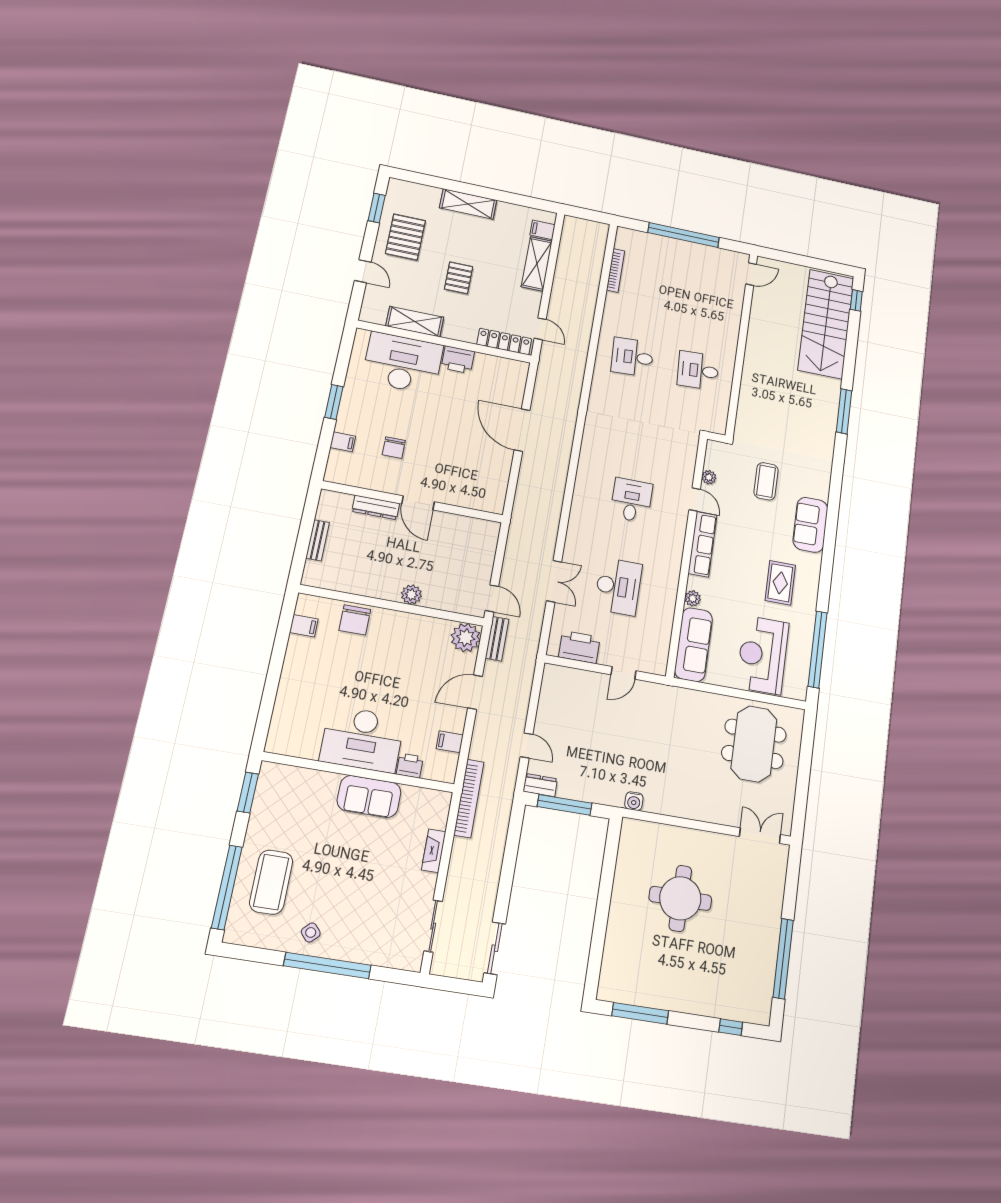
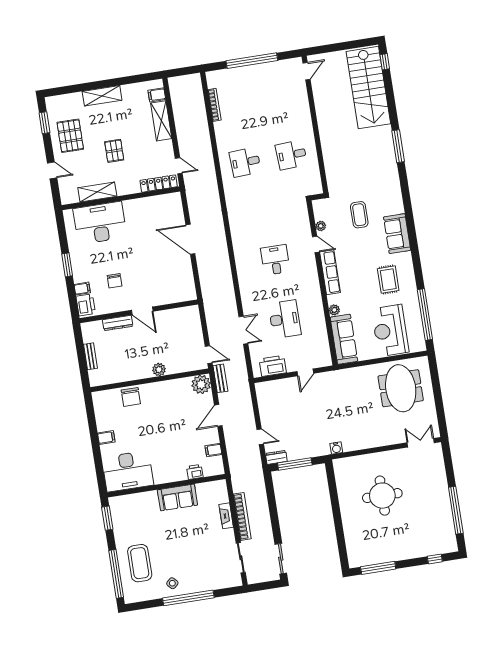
printer: (458, 360) -> (86, 305), moved, turned -90
filing cabinet: (304, 626) -> (106, 437), moved
desk: (362, 739) -> (128, 471), moved
bookcase: (469, 798) -> (242, 516), moved

